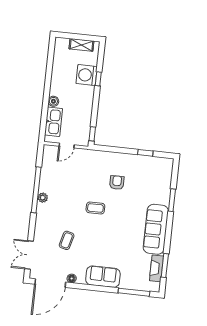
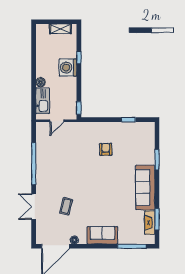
washing machine: (87, 75) -> (68, 68), moved
plant: (43, 198) -> (40, 170), removed
coffee table: (95, 208) -> (89, 174), removed
double door: (29, 255) -> (34, 207), moved

